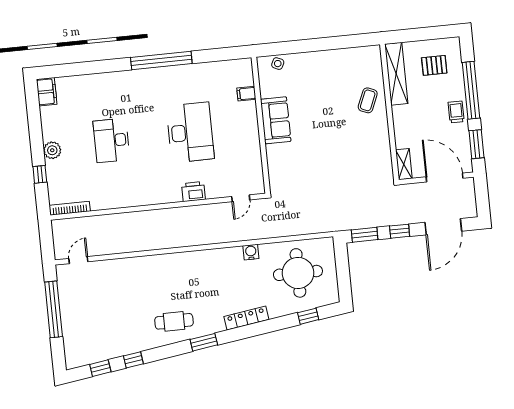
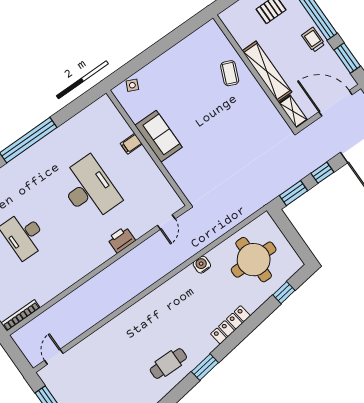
shelving: (396, 74) -> (267, 71), moved
filing cabinet: (246, 94) -> (131, 144), moved

